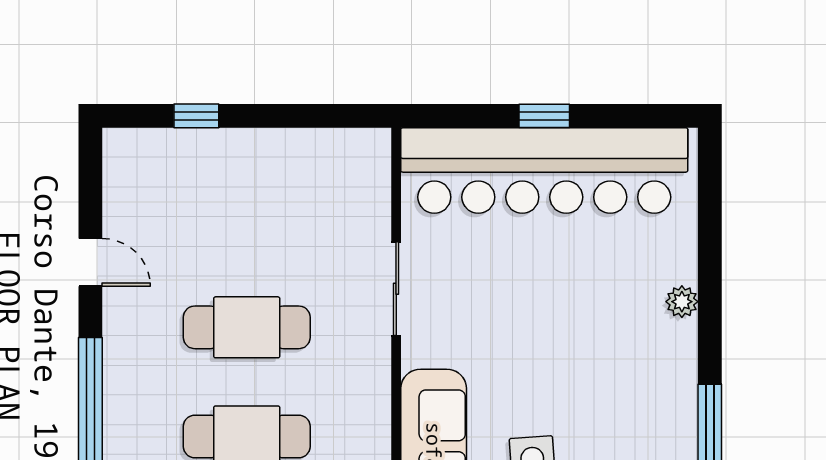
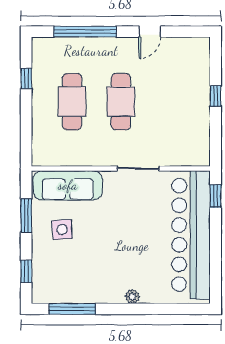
window: (196, 116) -> (216, 96), moved
window: (544, 116) -> (216, 196), moved

